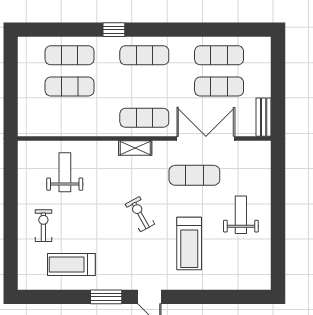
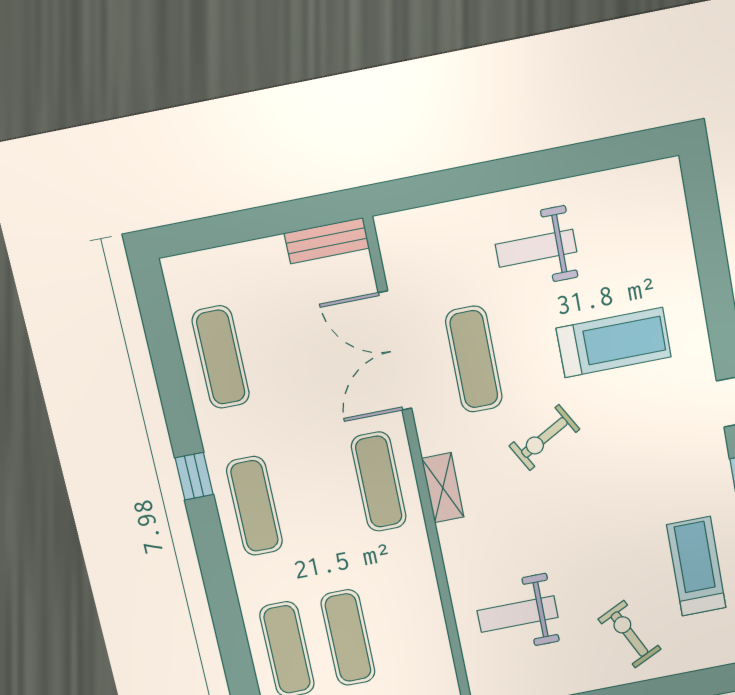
window: (114, 30) -> (194, 476), moved
exercise mat: (219, 87) -> (284, 345), removed
exercise bike: (140, 214) -> (544, 438), moved
exercise bike: (43, 226) -> (629, 634), turned 64
treadmill: (71, 265) -> (696, 566), turned 180

